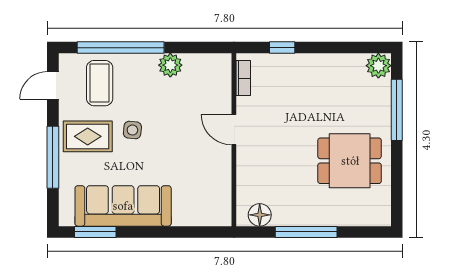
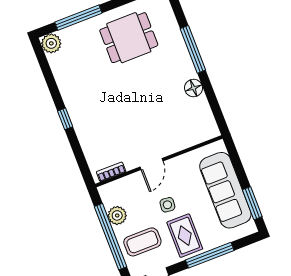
plant: (170, 65) -> (117, 215), moved
bookcase: (243, 78) -> (111, 172), moved
door: (234, 130) -> (152, 164), moved
wall: (234, 140) -> (159, 161), moved
dining table: (350, 161) -> (129, 38), turned 90

